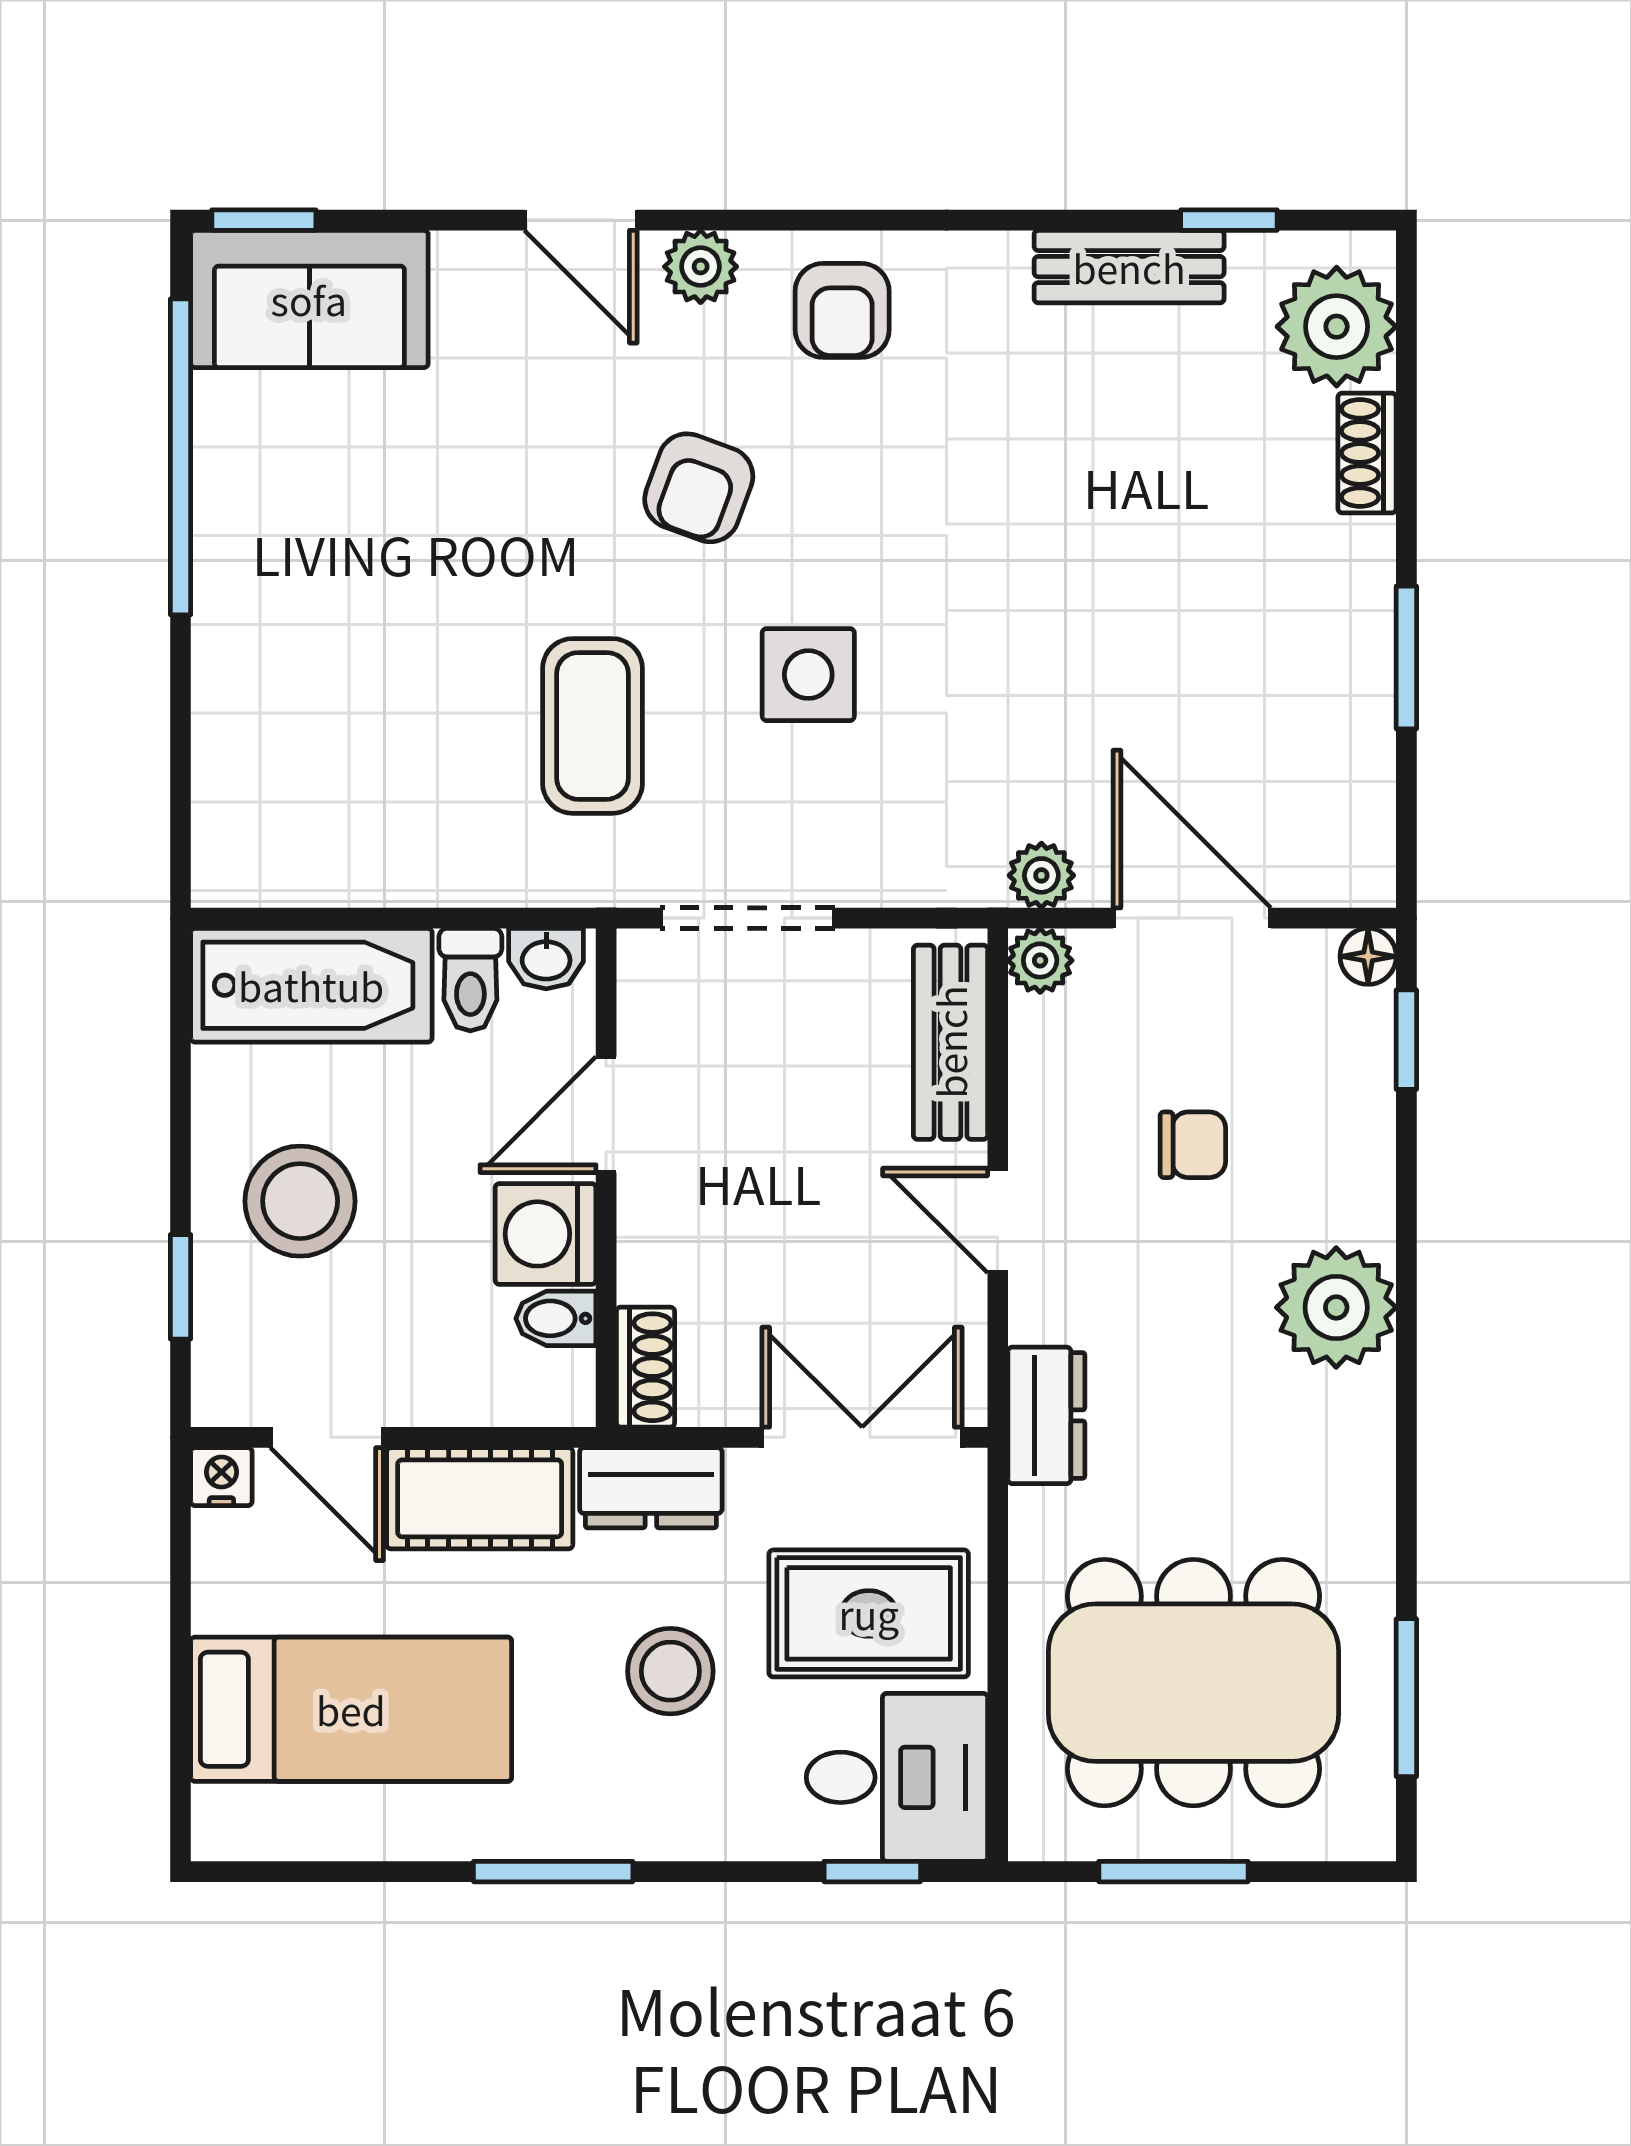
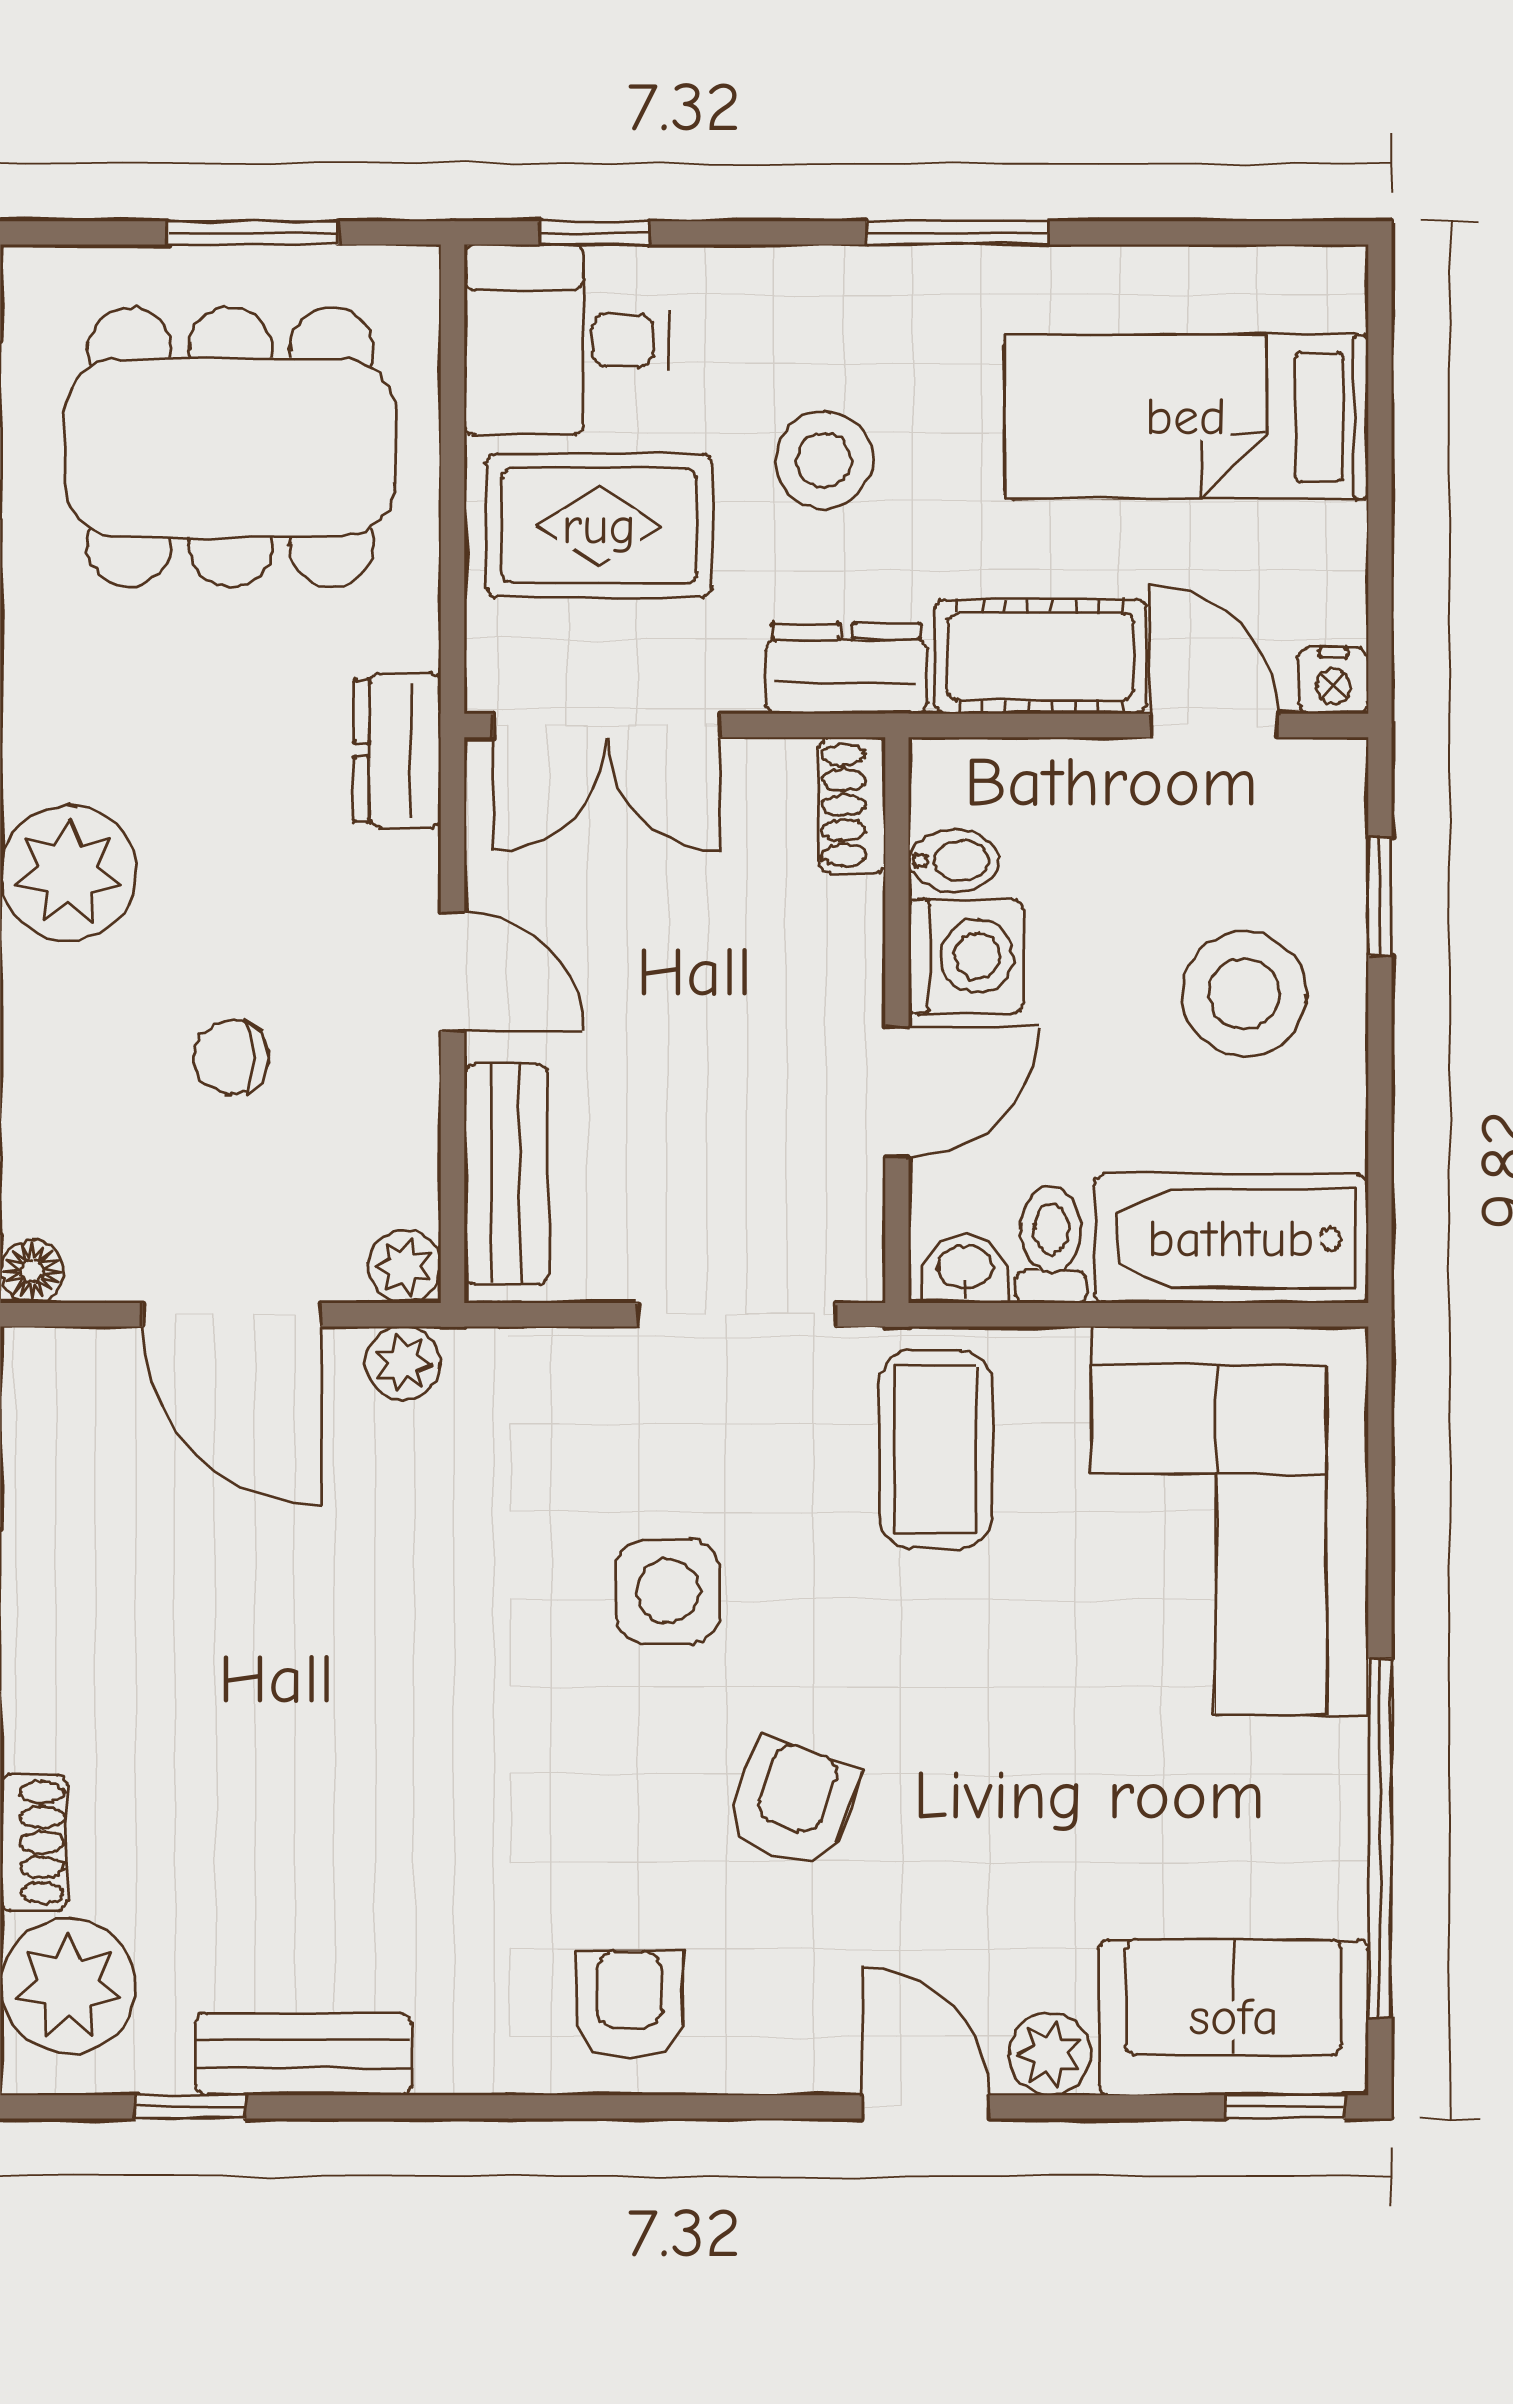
plant: (701, 267) -> (1050, 2054), moved
coffee table: (592, 726) -> (936, 1449), moved
corner sofa: (313, 737) -> (1230, 1520), added

